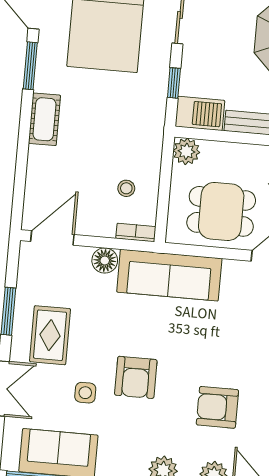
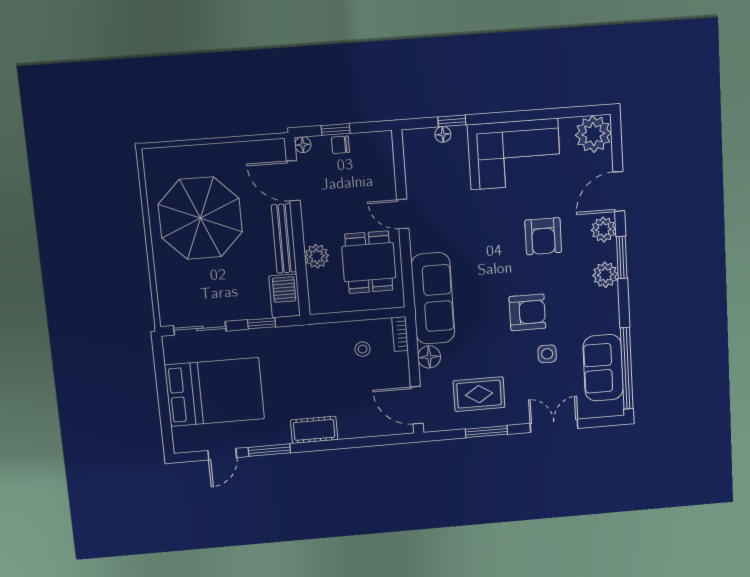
plant: (186, 151) -> (317, 256), moved
rug: (50, 335) -> (479, 394), moved

